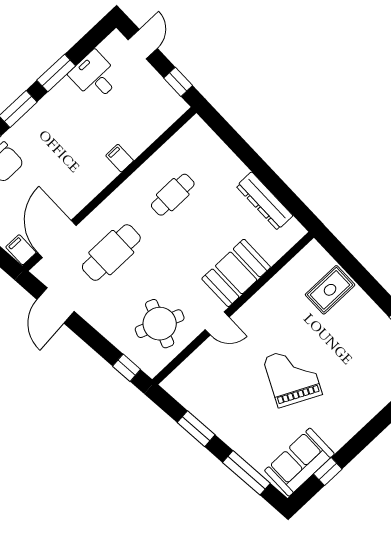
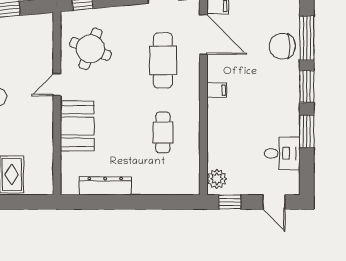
plant: (169, 112) -> (217, 179), added
filing cabinet: (120, 158) -> (217, 90), moved

